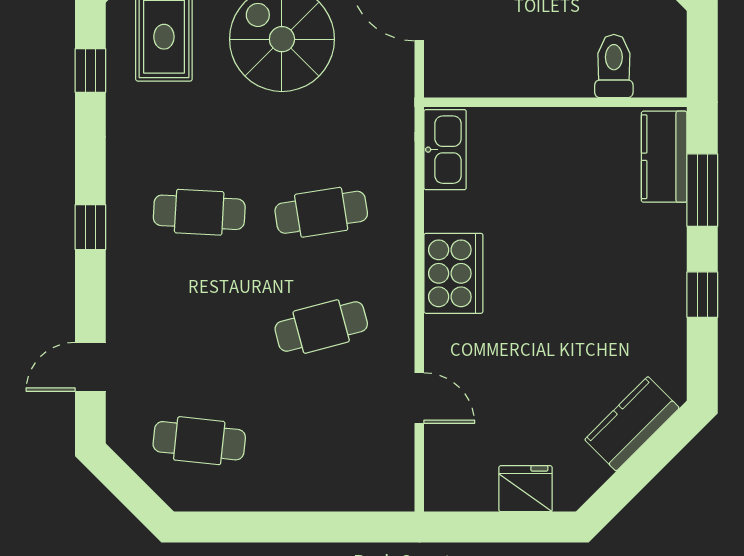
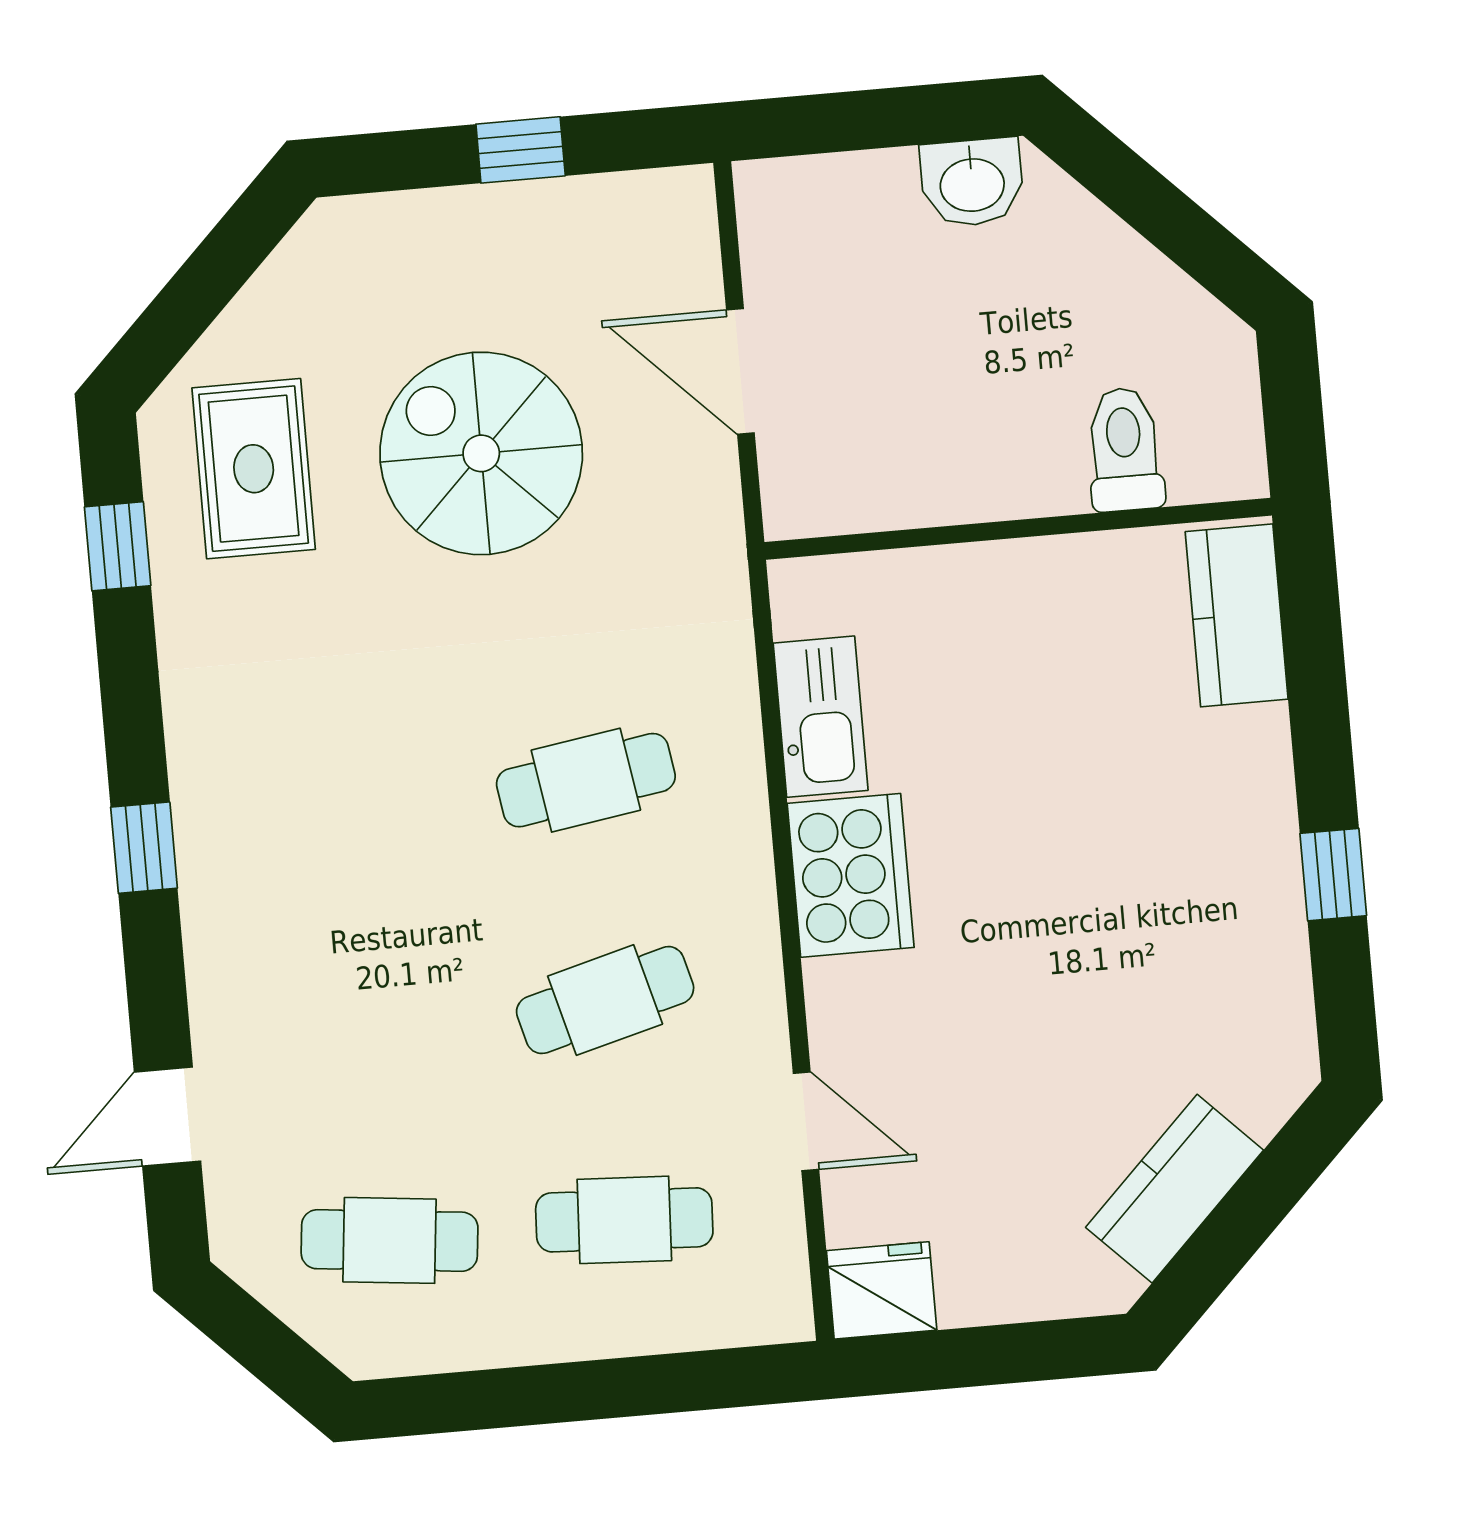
kitchen sink: (445, 150) -> (821, 717), moved
window: (702, 190) -> (1316, 673), removed
cafe table: (199, 212) -> (624, 1220), moved
kitchen counter: (632, 424) -> (1175, 1189), moved
fridge: (526, 489) -> (882, 1290), moved

